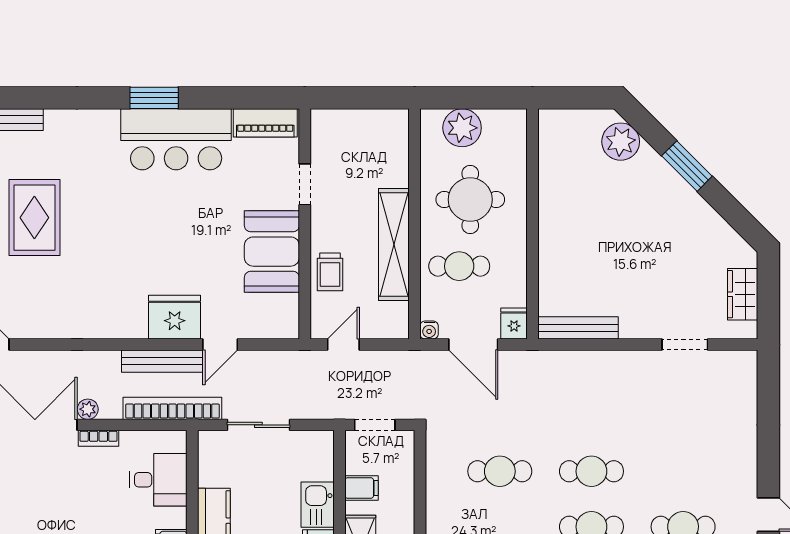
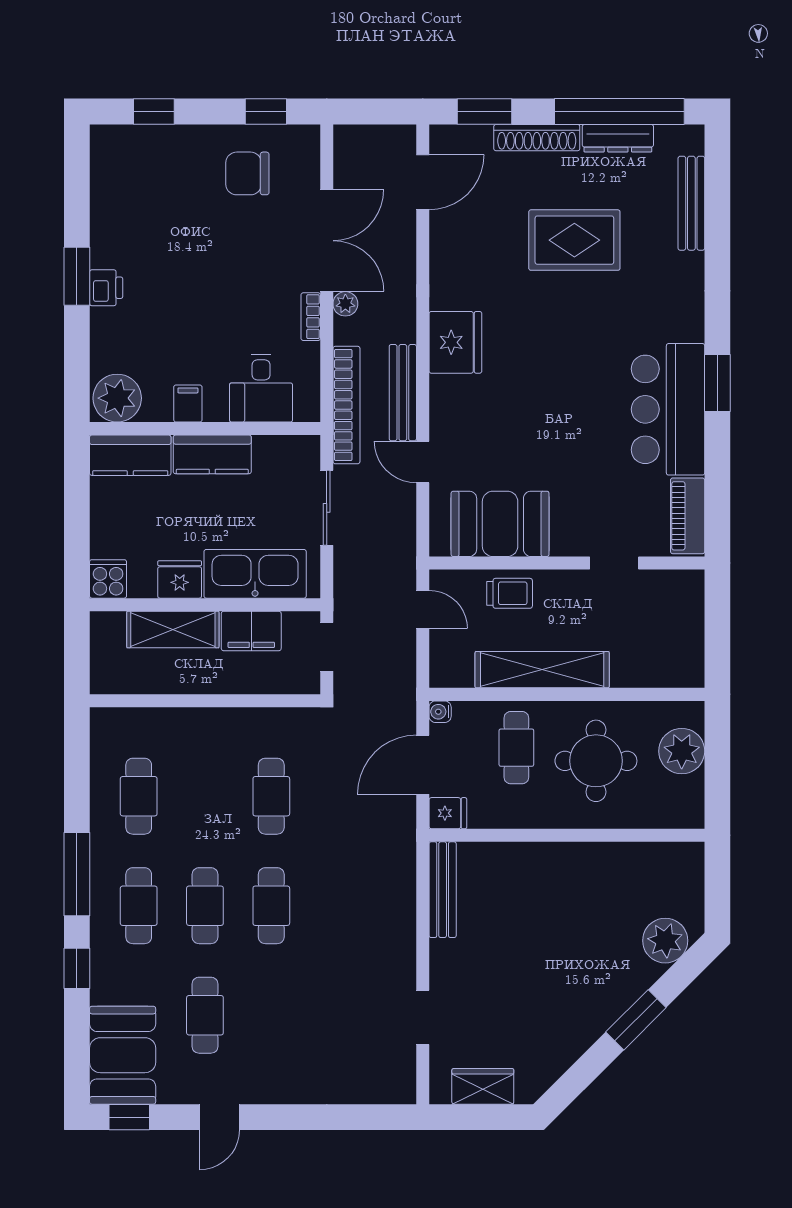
booth: (272, 252) -> (500, 524), moved
trolley: (330, 272) -> (510, 593), turned 180
fridge: (175, 317) -> (455, 342), moved
filing cabinet: (362, 488) -> (251, 631), width x2.00
kitchen sink: (318, 505) -> (255, 574), width x1.88, depth x1.24

